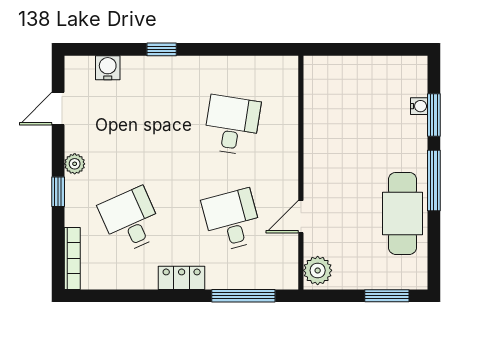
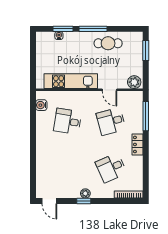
window: (162, 49) -> (33, 154), removed
water cooler: (108, 68) -> (41, 105), moved
door: (58, 109) -> (49, 201), moved
kitchen unit: (320, 132) -> (71, 81), added
window: (58, 192) -> (84, 201), moved
cafe table: (402, 213) -> (108, 43), width x0.73, depth x0.74

